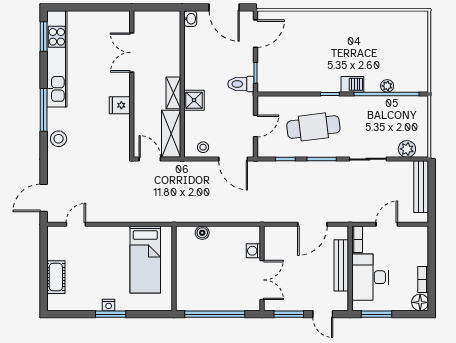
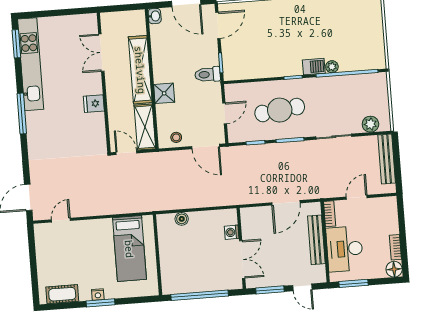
plant: (387, 86) -> (332, 67), moved
shelving: (173, 93) -> (140, 70), width x2.20, depth x1.33
stool: (59, 139) -> (38, 140), removed
cot: (56, 277) -> (62, 294), moved, turned 90

